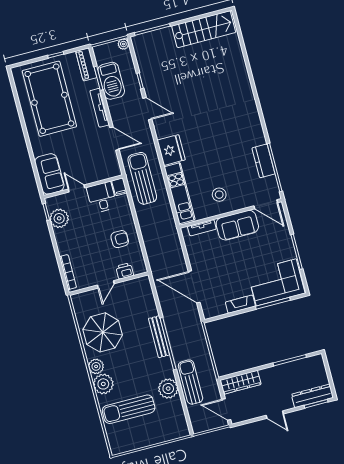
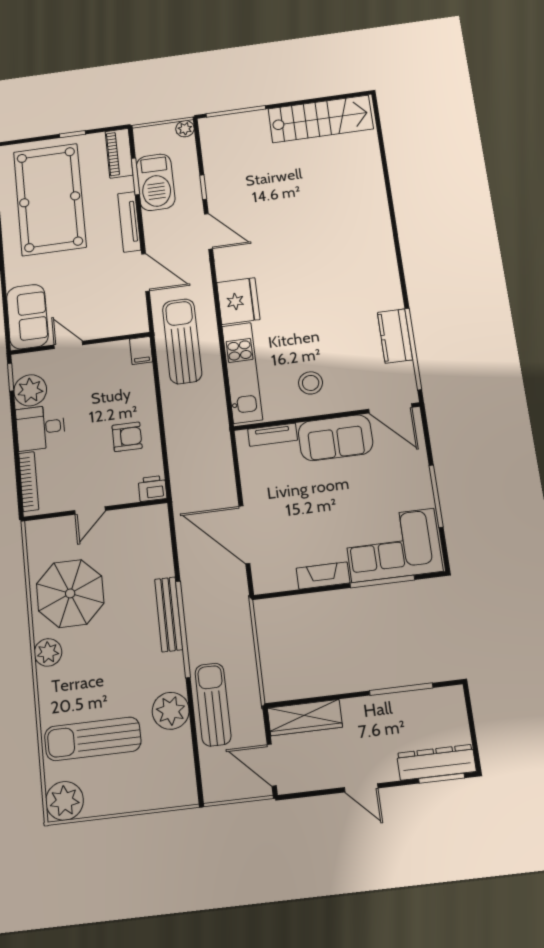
desk: (102, 197) -> (40, 428), moved, turned -90
printer: (125, 271) -> (152, 488), moved
plant: (103, 384) -> (64, 801), moved

